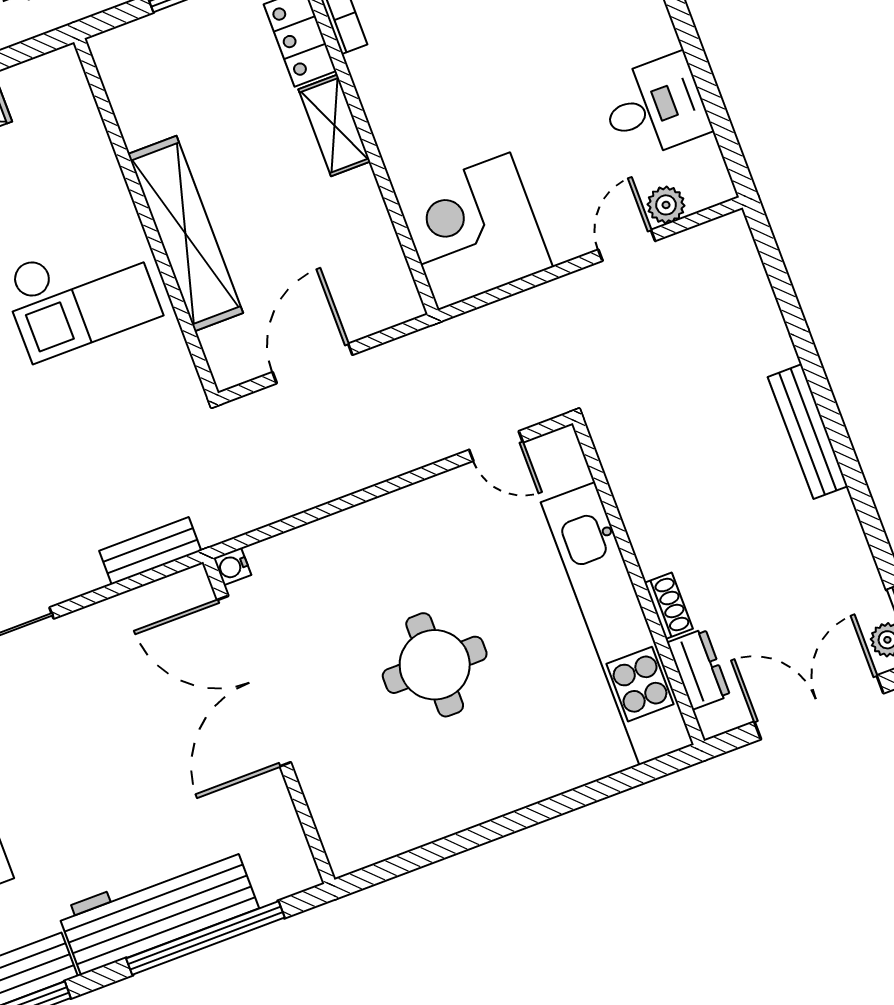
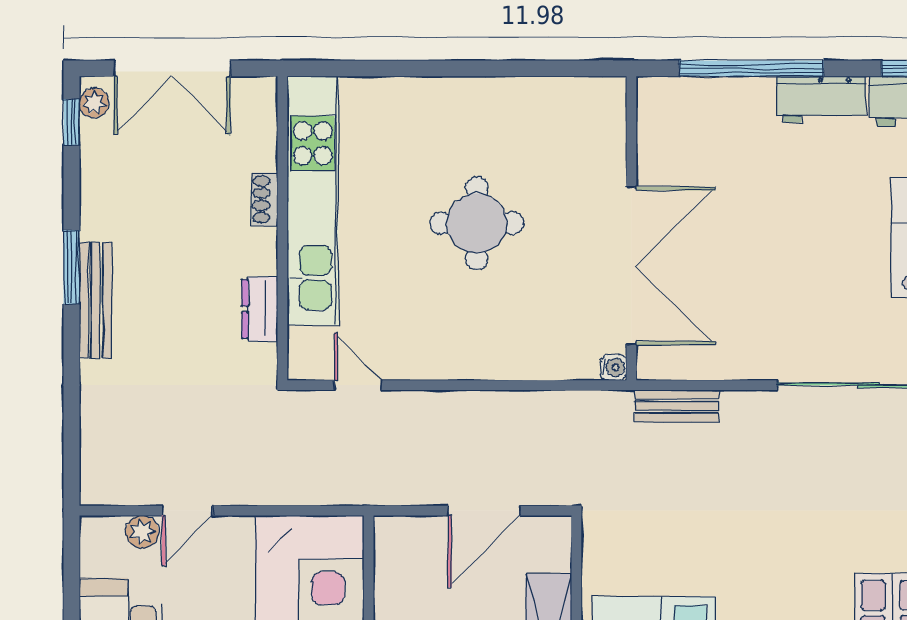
window: (846, 457) -> (71, 267), added
dresser: (699, 669) -> (260, 309), moved
workbench: (158, 909) -> (821, 99), width x0.53, depth x0.76

